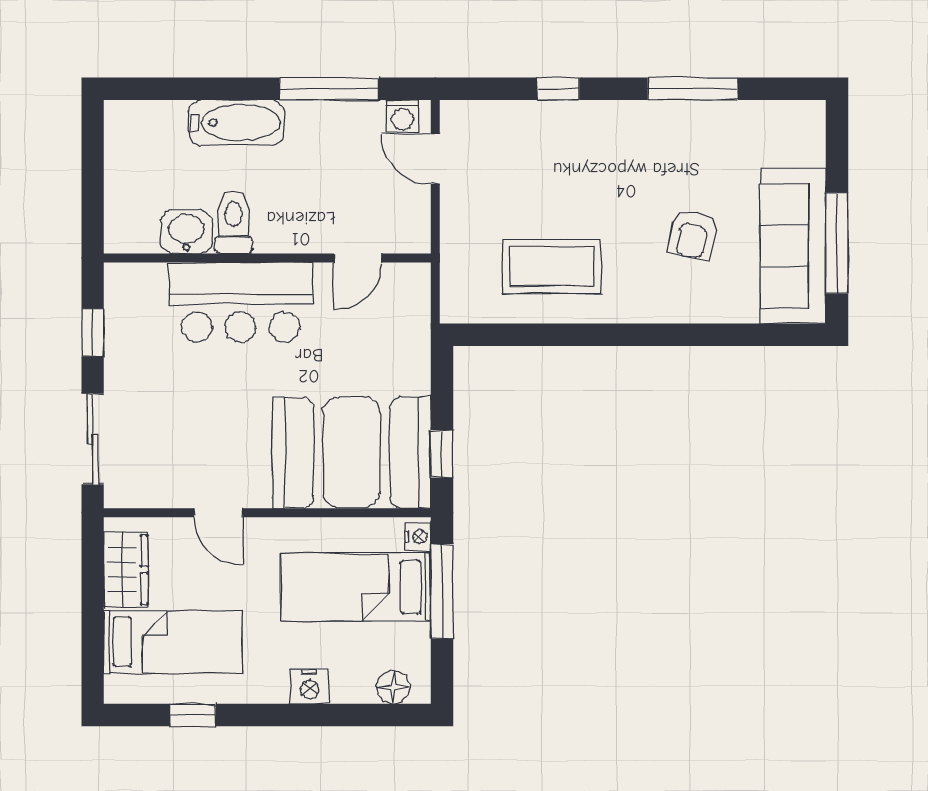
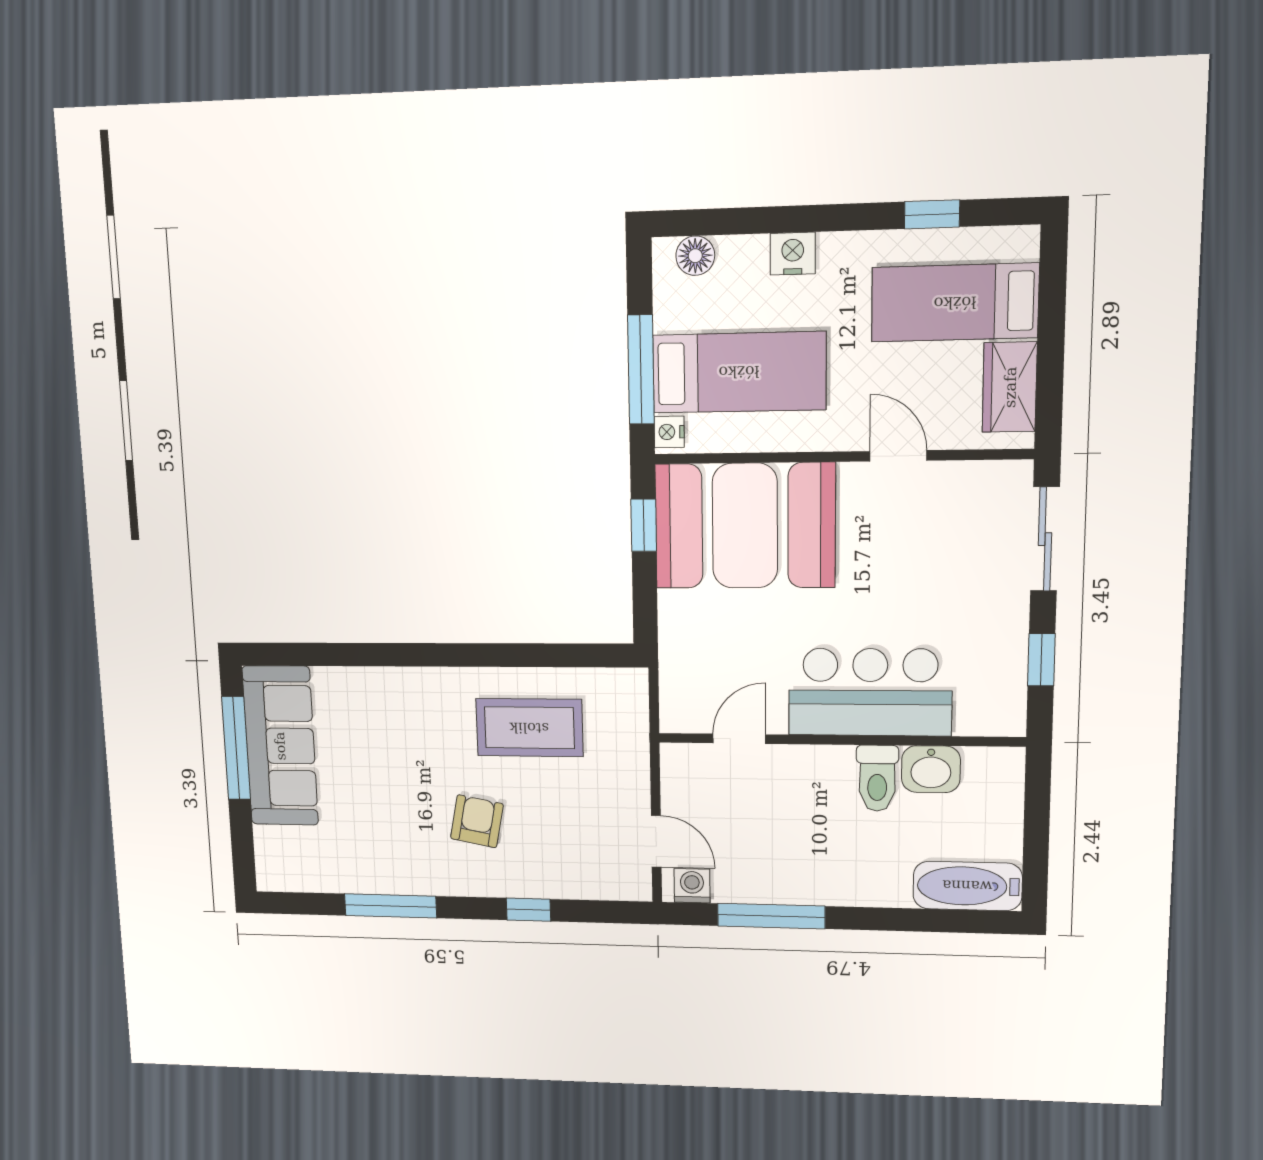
bathtub: (236, 123) -> (967, 886), moved
armchair: (693, 234) -> (477, 821), moved

